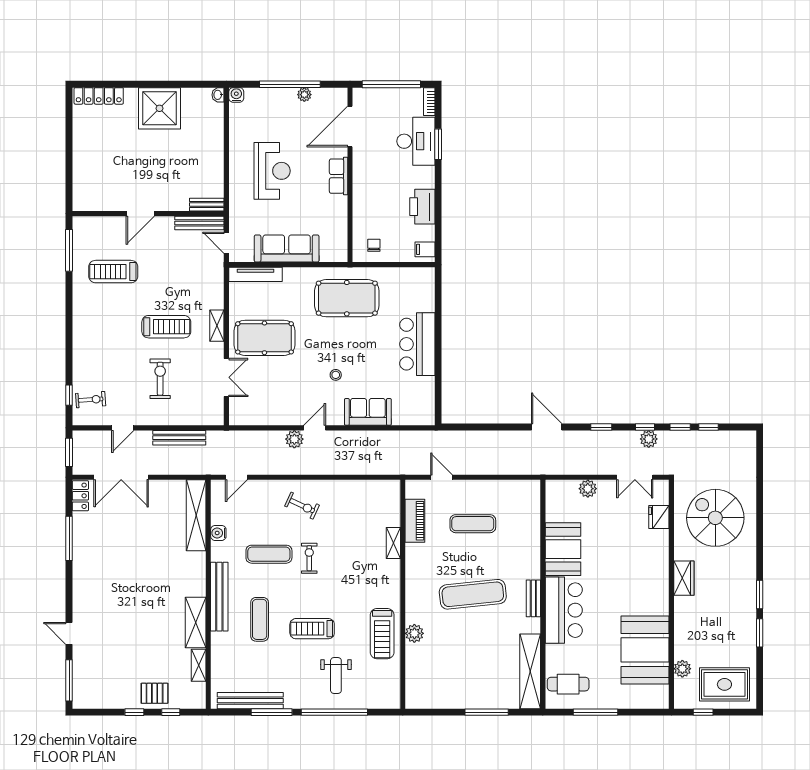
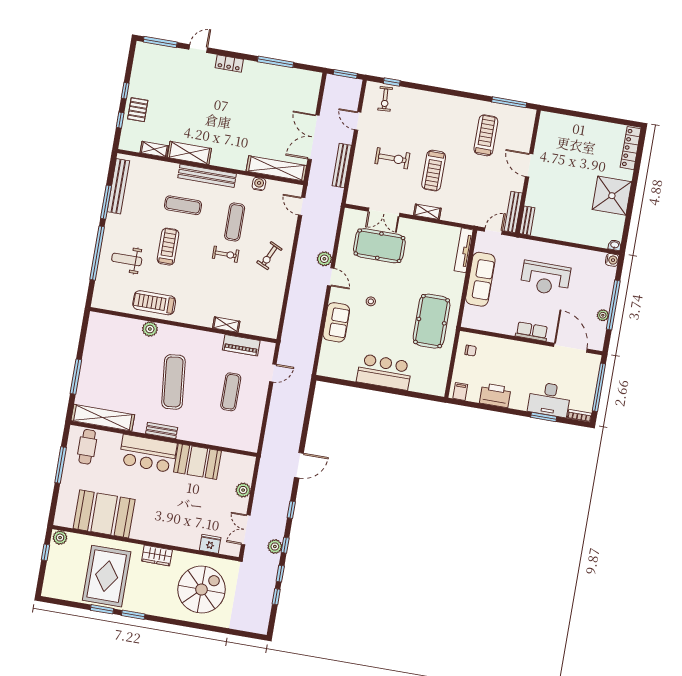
pool table: (264, 338) -> (379, 246), moved, turned 90
double door: (121, 477) -> (314, 137), moved
locker: (80, 496) -> (229, 63), moved
plant: (682, 669) -> (60, 538), moved
rug: (724, 684) -> (107, 576), moved, width x1.37, depth x1.44

